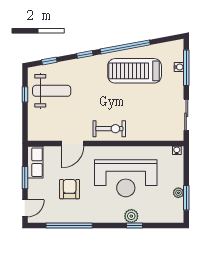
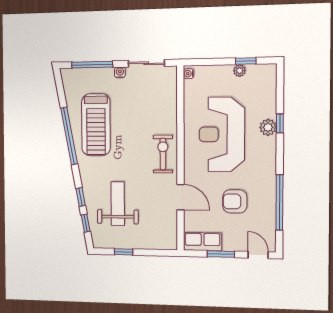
window: (85, 54) -> (81, 197), moved
water cooler: (179, 67) -> (120, 72), moved
weight bench: (52, 91) -> (118, 204), moved
reception desk: (126, 178) -> (222, 134), turned 180
window: (186, 198) -> (246, 61), width x0.67

